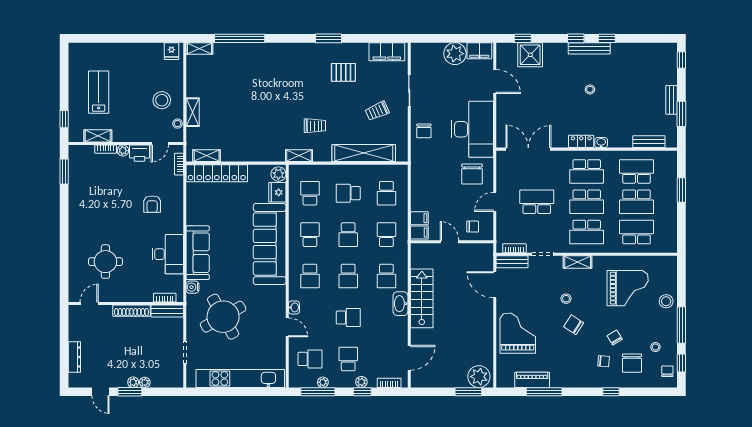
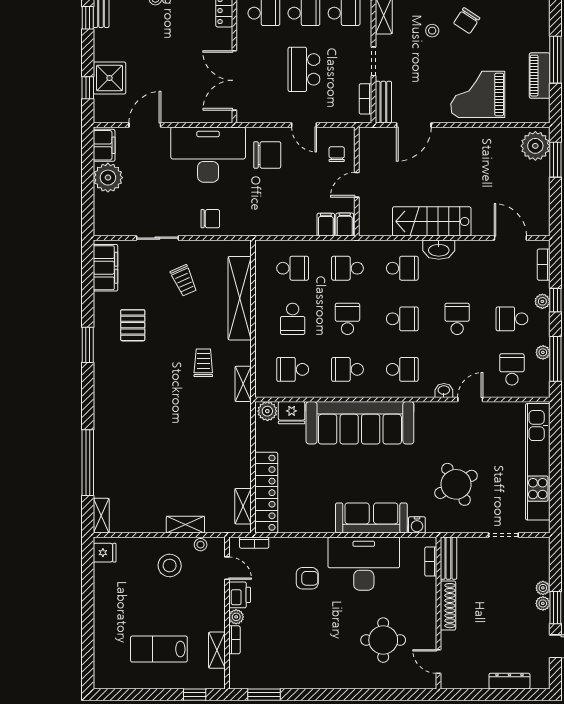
school desk: (348, 235) -> (347, 319), turned -90
desk: (168, 254) -> (364, 564), width x1.36, depth x1.30
round table: (223, 317) -> (456, 484), width x0.73, depth x0.73

